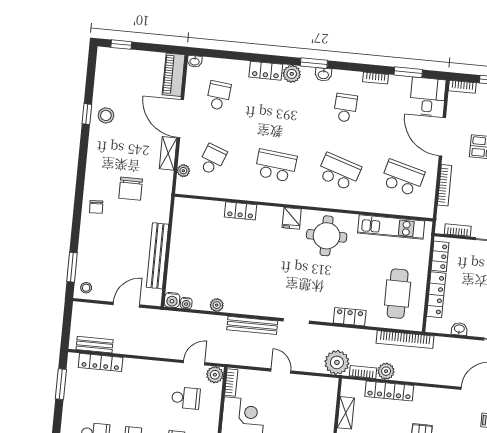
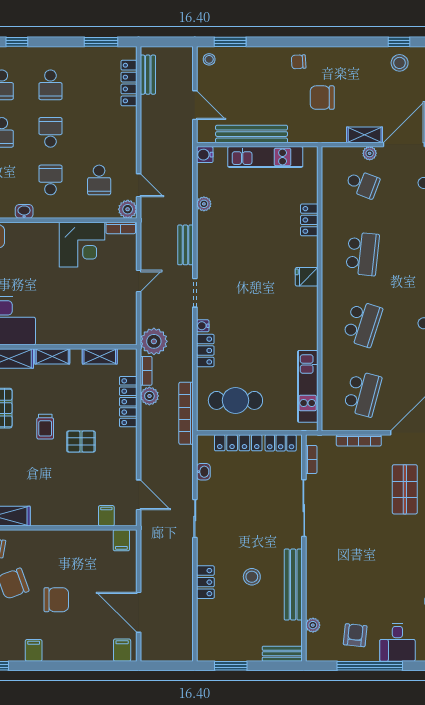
plant: (183, 171) -> (370, 153), moved
round table: (327, 236) -> (291, 317), removed
kitchen unit: (180, 245) -> (265, 157), added
water cooler: (186, 303) -> (203, 326), moved
bench: (252, 325) -> (185, 245), width x0.73

